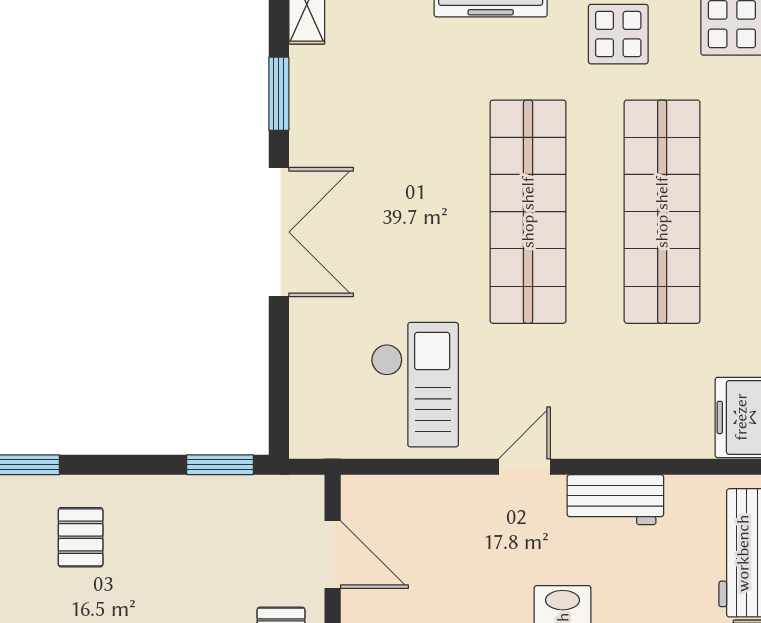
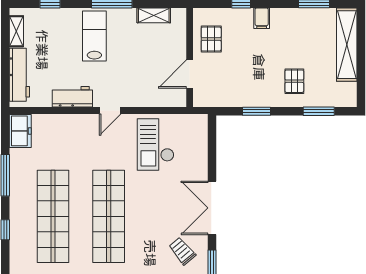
trolley: (351, 128) -> (182, 251), added
window: (220, 465) -> (256, 111), moved
door: (333, 555) -> (190, 74), hinge flipped

